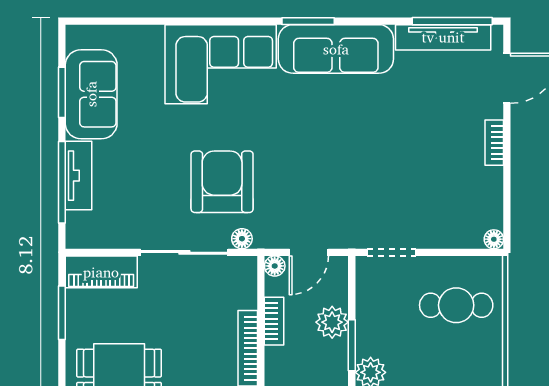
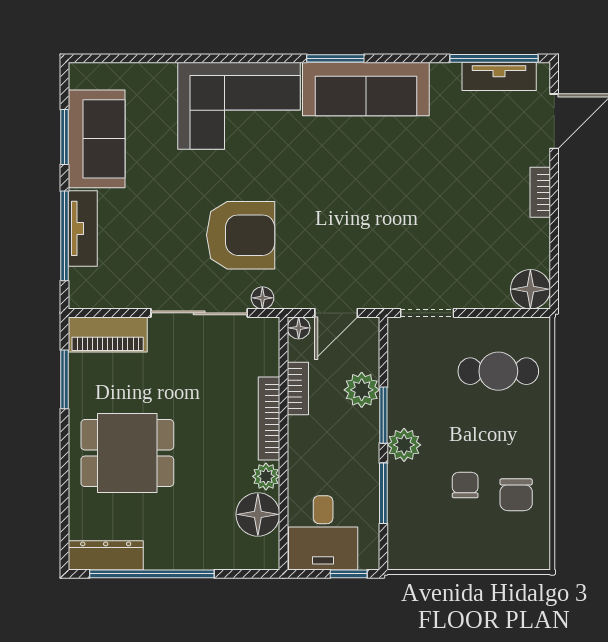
tv unit: (443, 37) -> (499, 76), width x0.71
armchair: (222, 182) -> (241, 235), turned 90
floor lamp: (494, 239) -> (530, 289), width x1.89, depth x1.89

